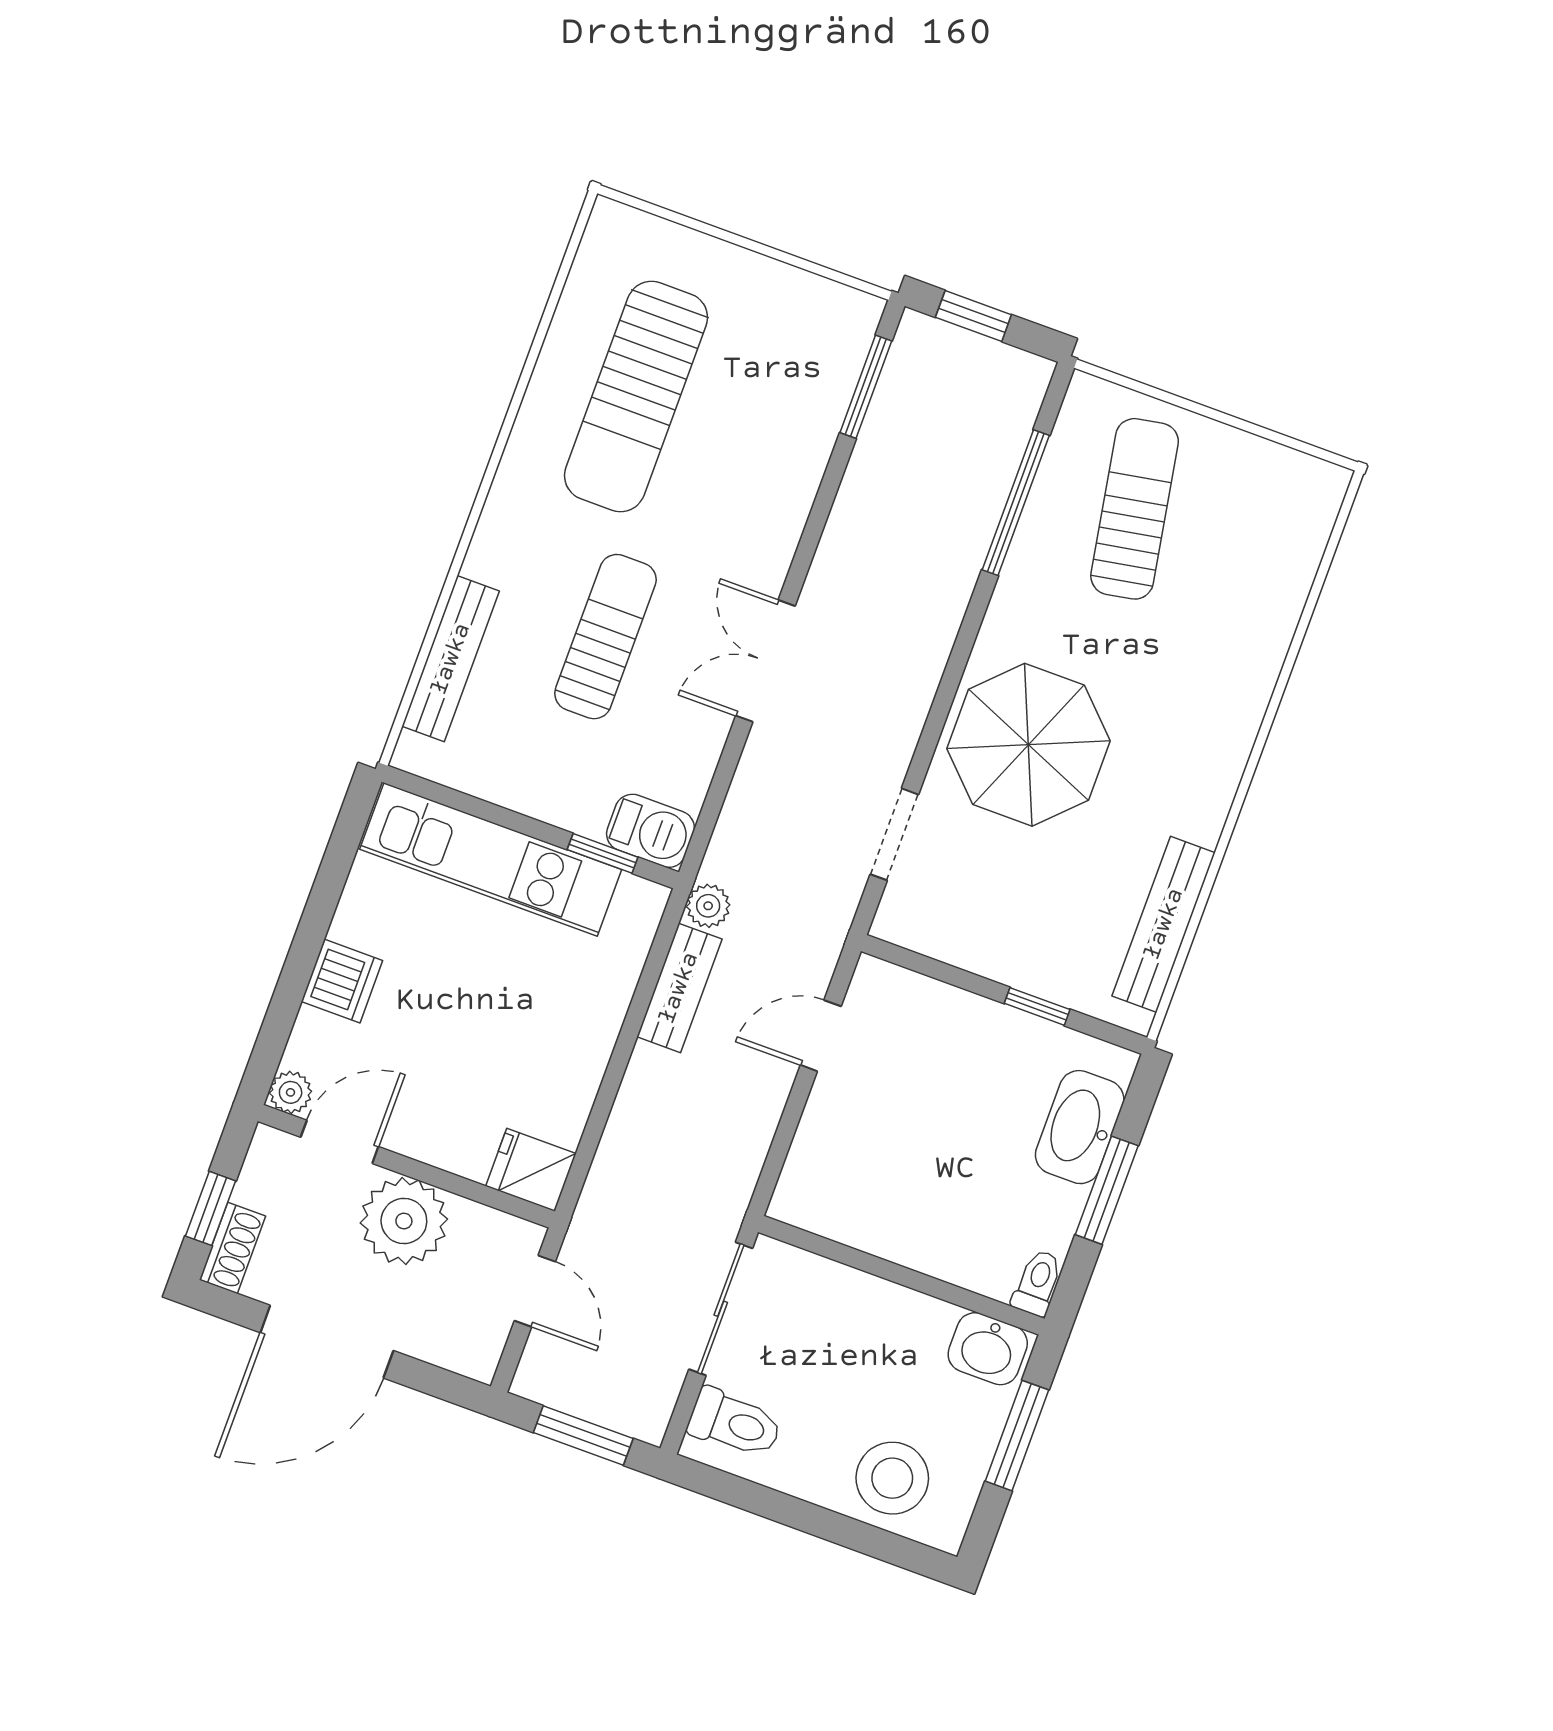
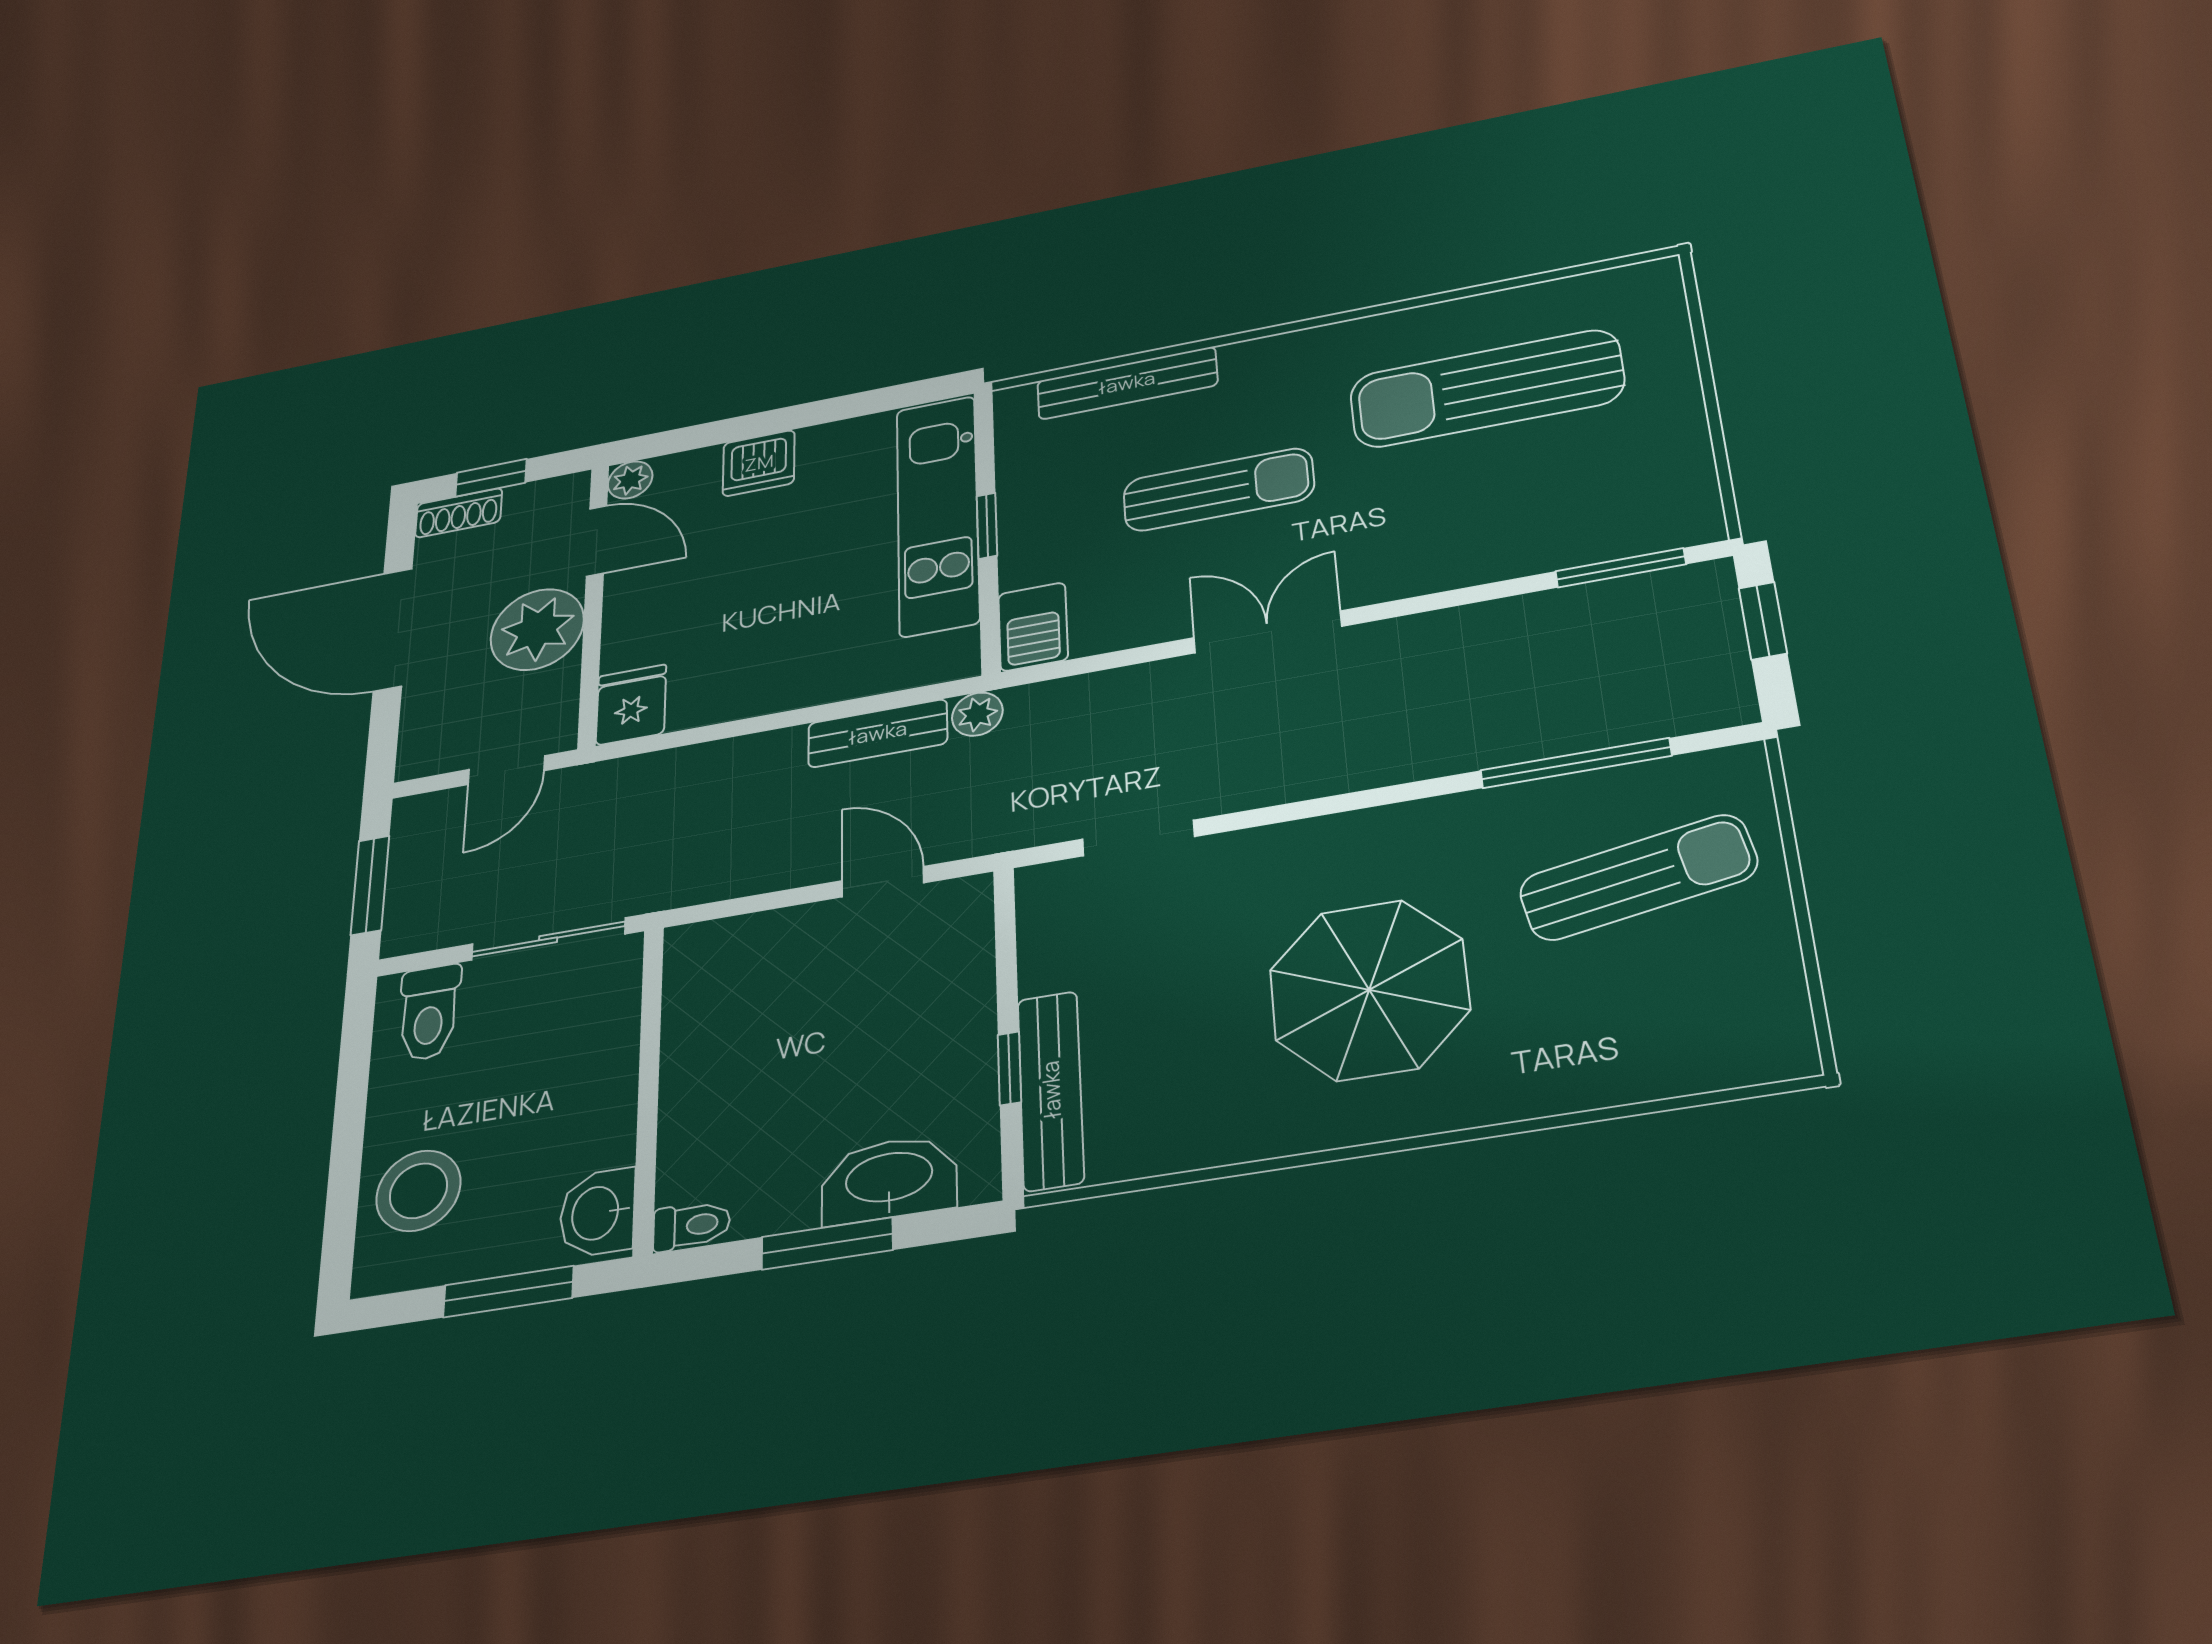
parasol: (1028, 745) -> (1369, 990), moved
window: (603, 853) -> (987, 526), moved
bench: (1164, 924) -> (1051, 1090), moved, turned 90

